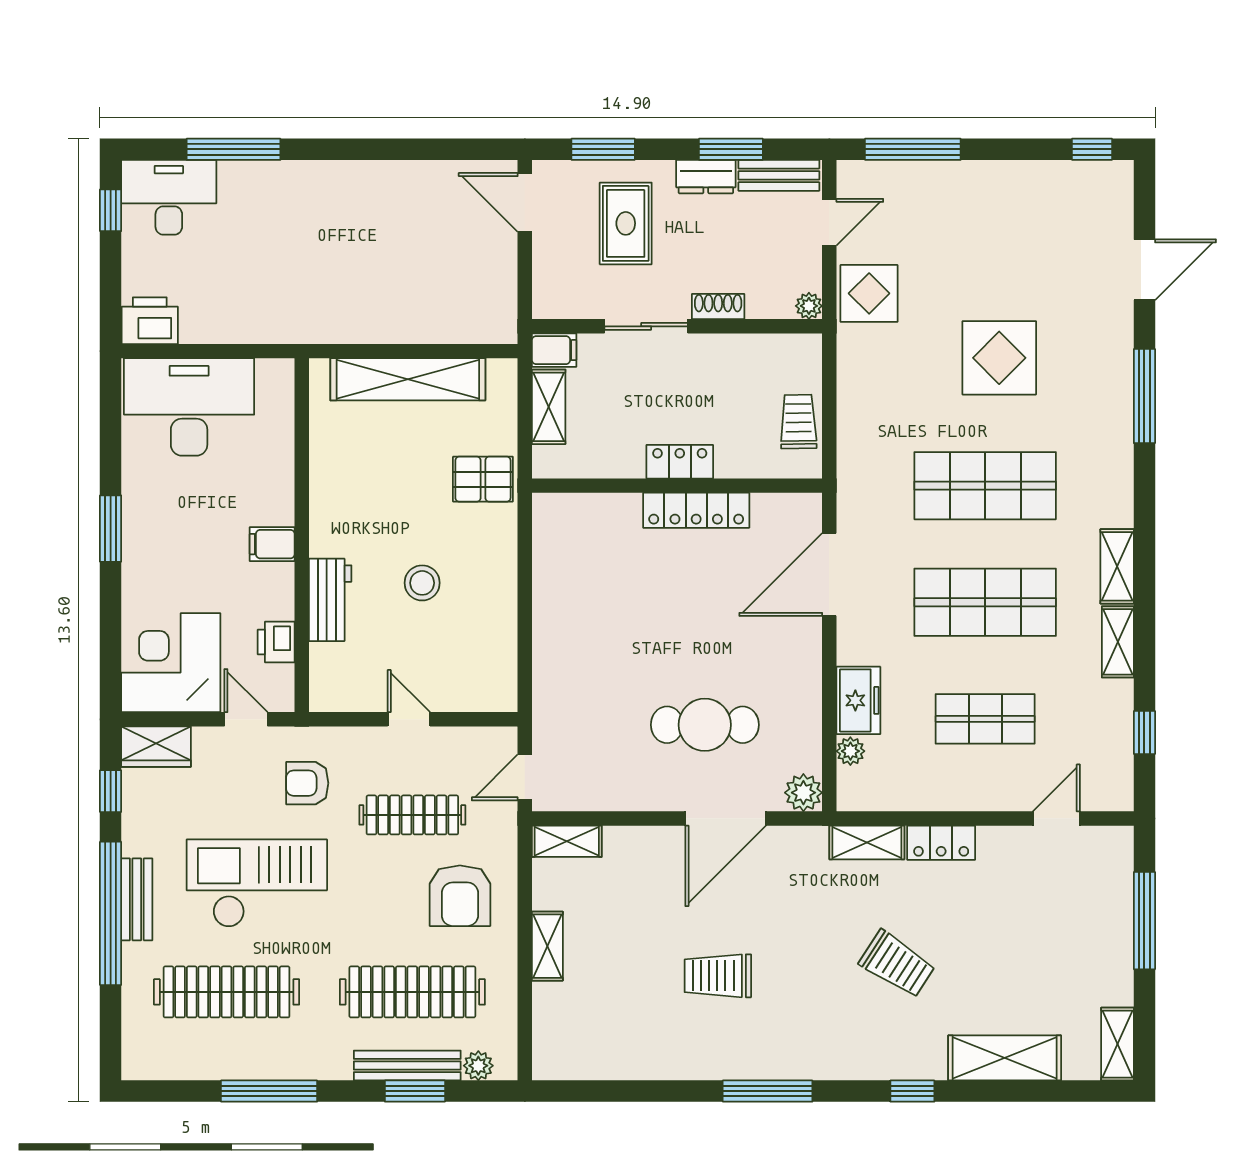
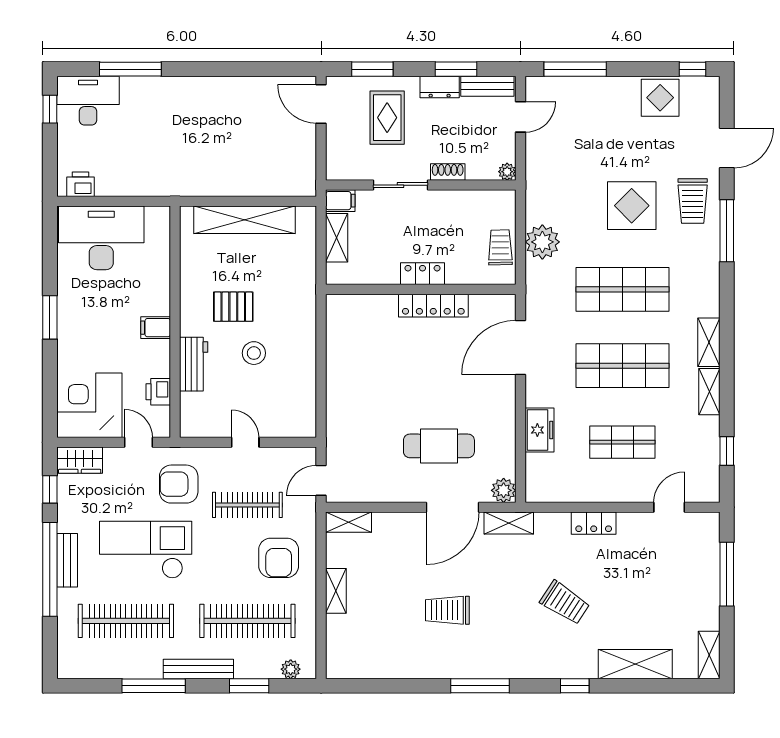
display table: (869, 293) -> (660, 98), moved
printer: (150, 321) -> (80, 184), width x0.73, depth x0.81
trolley: (1092, 351) -> (693, 201), added
pallet: (483, 479) -> (233, 307), moved
plant: (850, 751) -> (542, 242), moved, width x1.88, depth x1.88
armchair: (307, 783) -> (179, 484), width x1.38, depth x1.38
shelving: (867, 842) -> (509, 523), moved
bench: (407, 1066) -> (198, 669), moved

